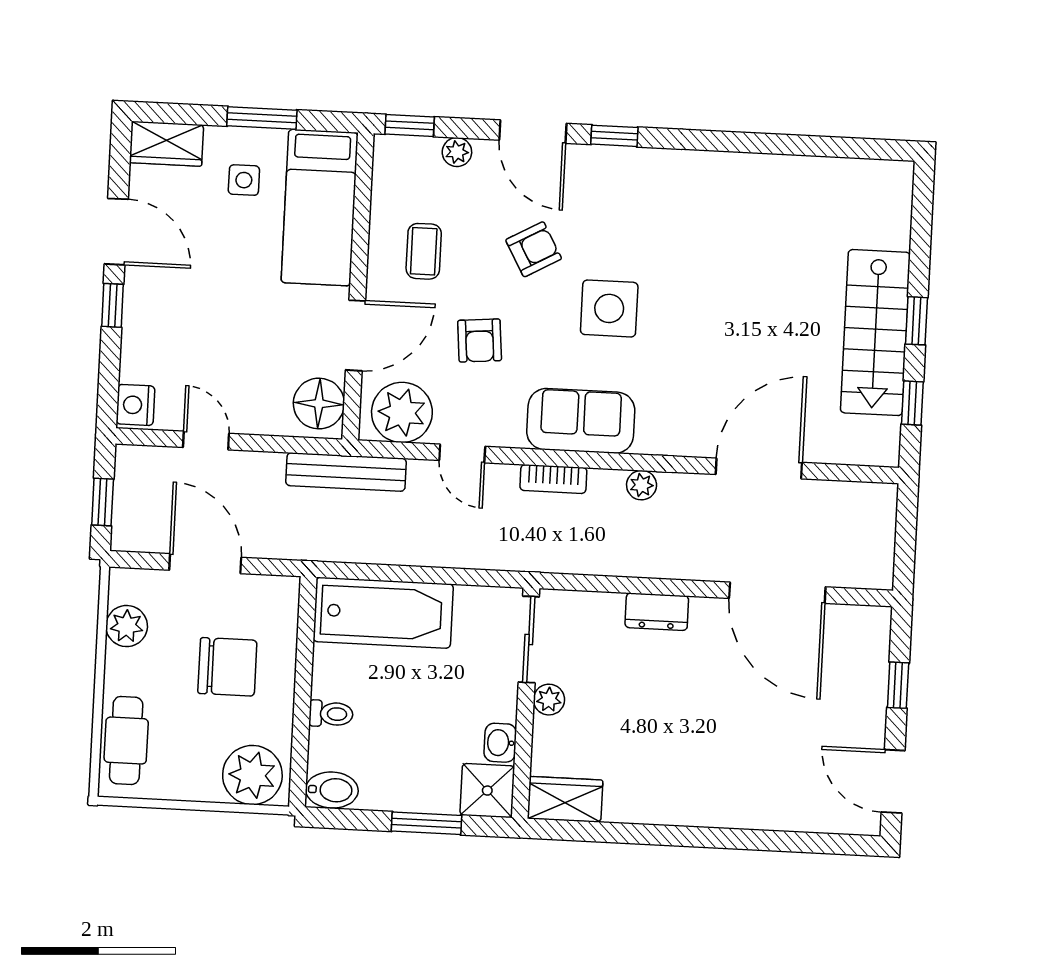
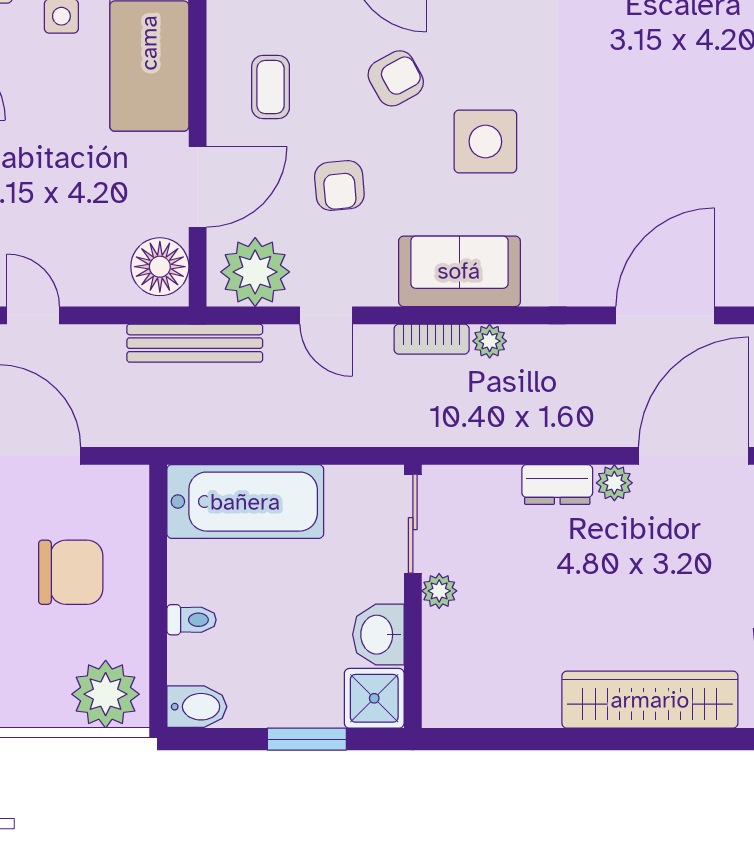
plant: (642, 485) -> (490, 341), moved
door: (777, 593) -> (693, 456), swing flipped
plant: (707, 613) -> (614, 483), added
washbasin: (500, 743) -> (378, 635), width x1.38, depth x1.45
wardrobe: (565, 799) -> (650, 700), moved, width x2.10, depth x1.17

